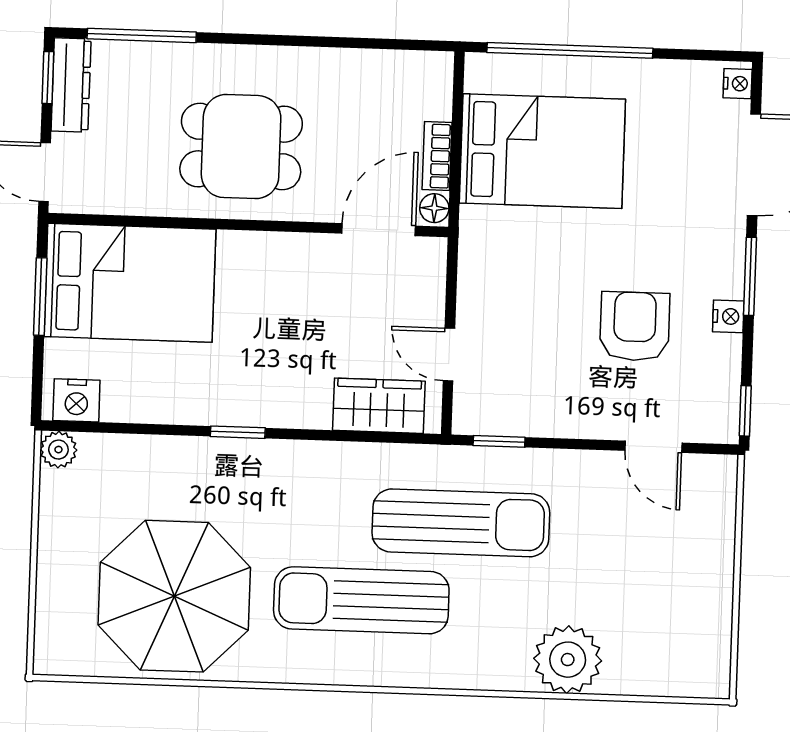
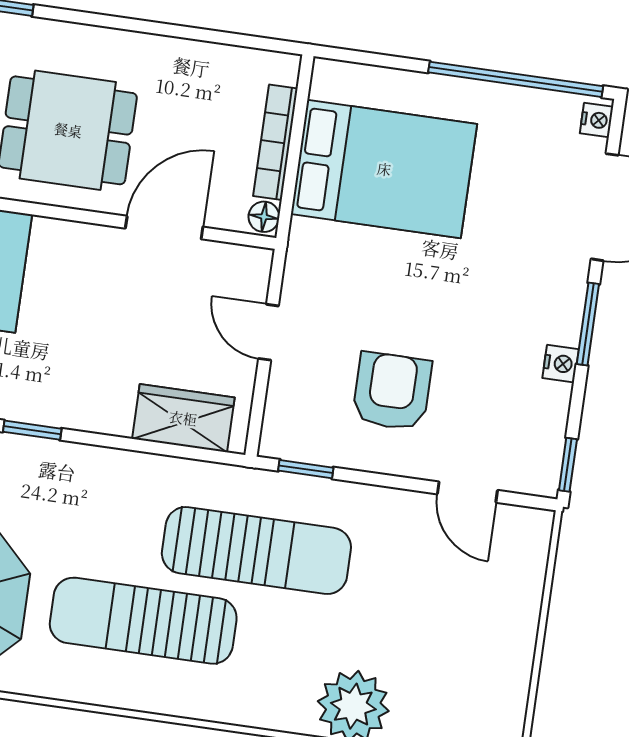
window: (570, 50) -> (516, 79), moved
bookcase: (437, 156) -> (275, 142), width x1.56
door: (379, 230) -> (164, 228), moved
armchair: (635, 326) -> (392, 391), moved
door: (449, 355) -> (269, 332), moved

